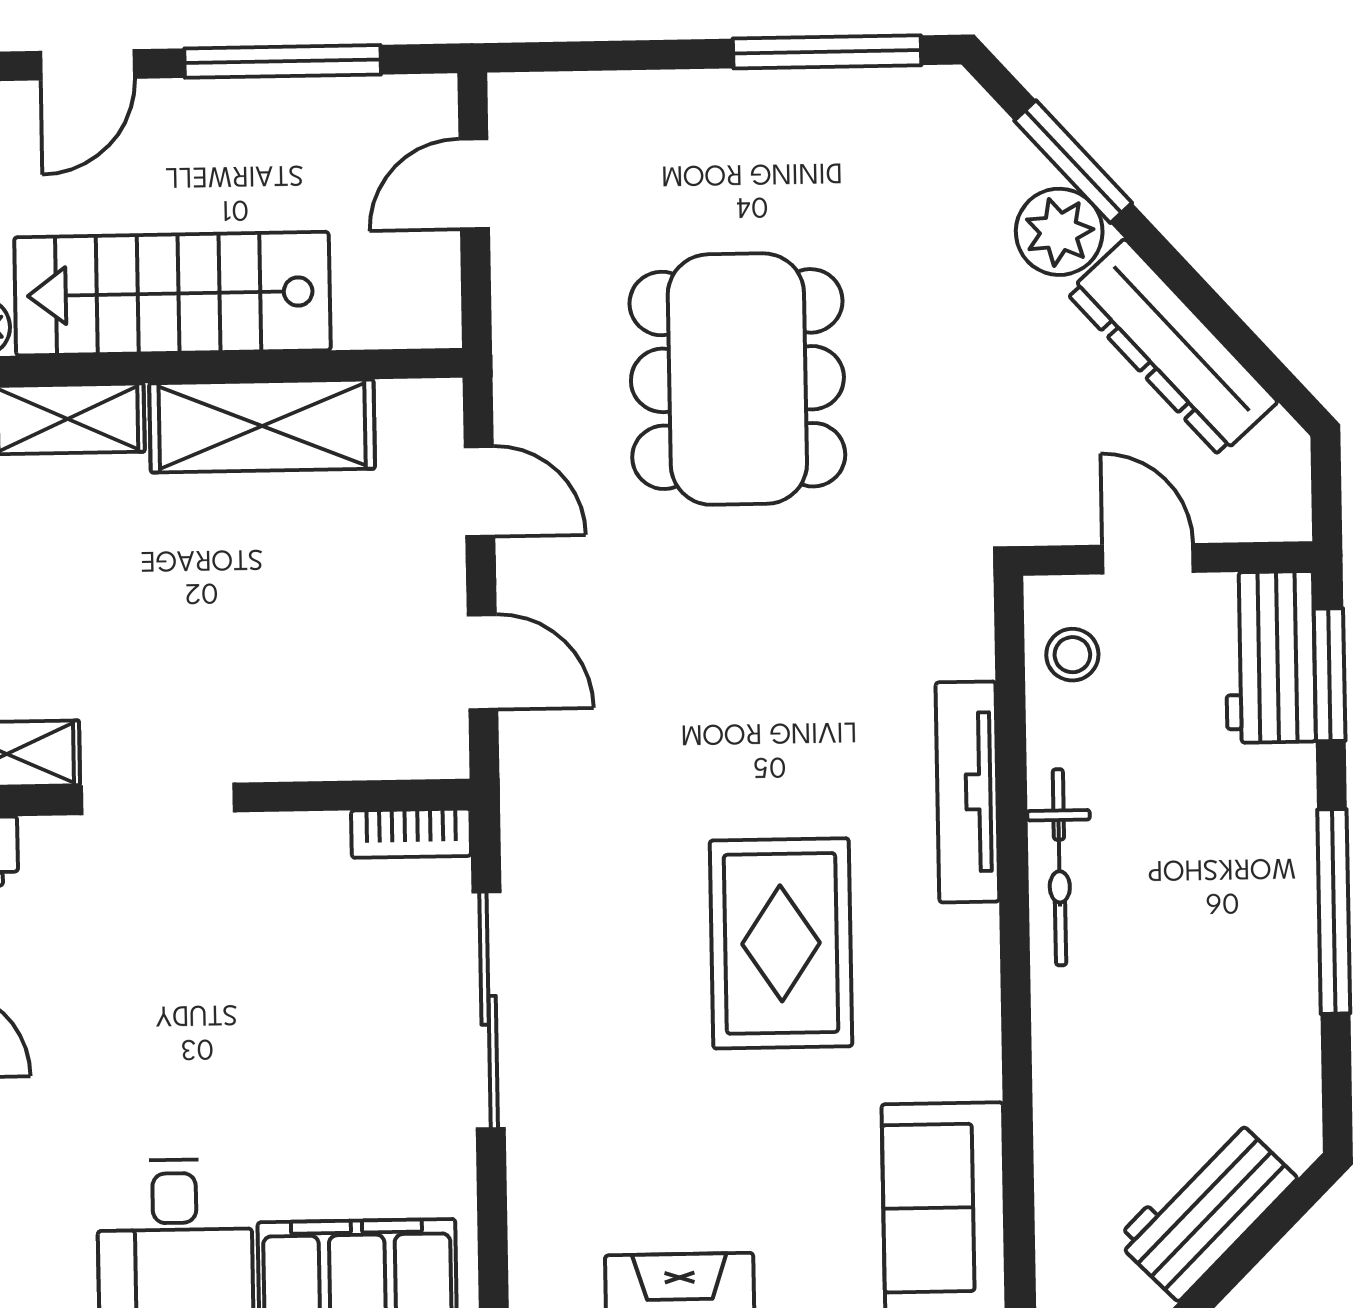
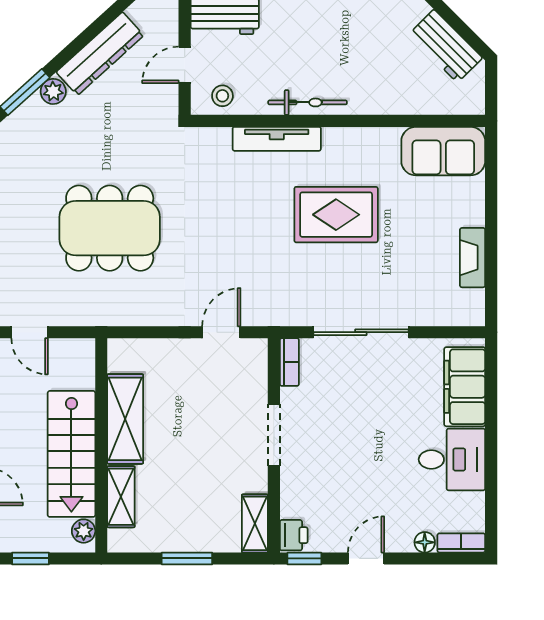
plant: (1059, 232) -> (53, 91), width x0.73, depth x0.73
door: (480, 491) -> (153, 332), removed
doorway: (158, 799) -> (274, 435), moved

